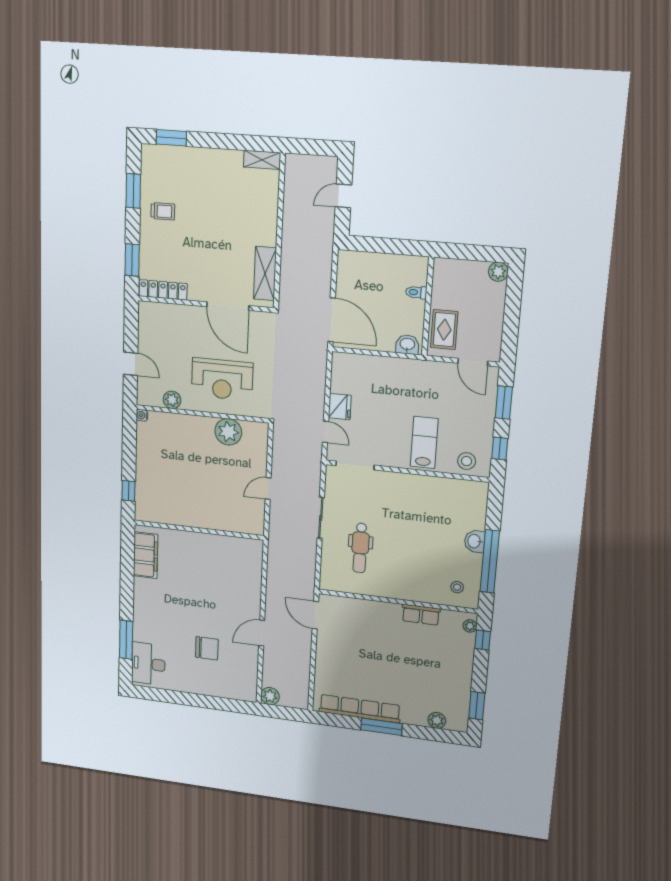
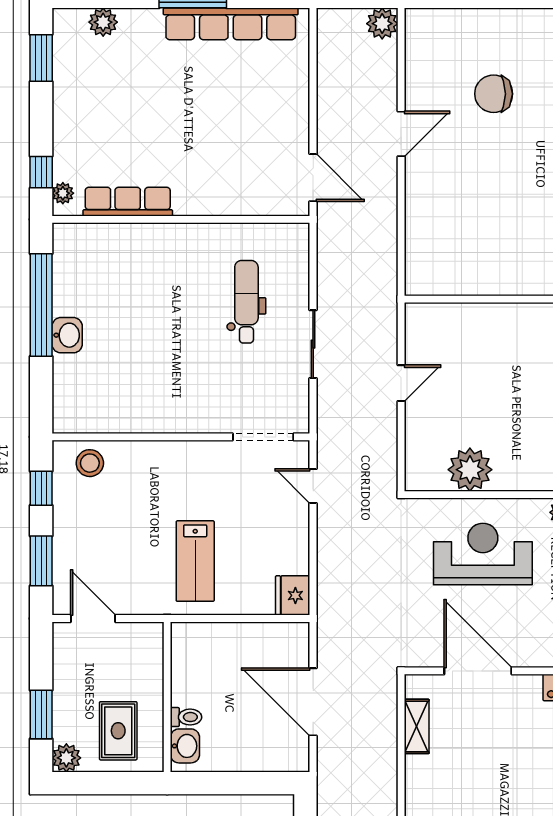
shelving: (265, 273) -> (417, 726), width x0.67, depth x0.75
window: (513, 302) -> (41, 715), added
door: (332, 320) -> (313, 702), moved
rug: (444, 330) -> (118, 731), moved
washbasin: (407, 344) -> (185, 746), moved, turned -90
fridge: (340, 407) -> (293, 595), moved
lab bench: (424, 442) -> (195, 561), moved
stool: (457, 587) -> (88, 256), removed
row of seats: (421, 615) -> (128, 202), width x1.48

